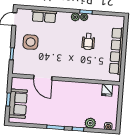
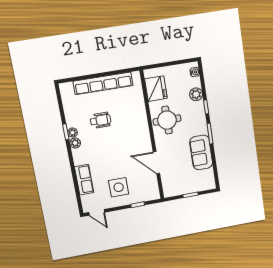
door: (43, 78) -> (156, 163), swing flipped
fridge: (107, 90) -> (156, 89), width x1.88, depth x1.34
round table: (75, 95) -> (167, 120), added
sofa: (18, 104) -> (201, 152), moved, turned -90

